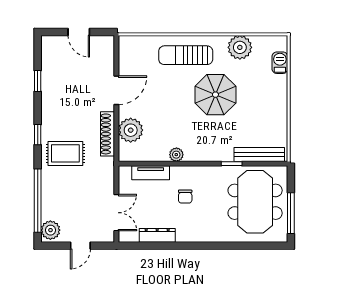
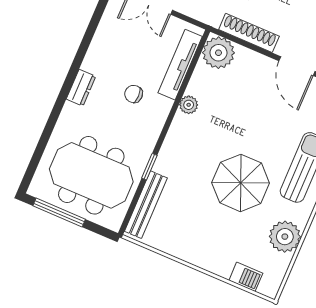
plant: (131, 130) -> (218, 53), moved
tv unit: (151, 173) -> (180, 65), width x1.41
dresser: (157, 235) -> (81, 88), moved, width x0.70

